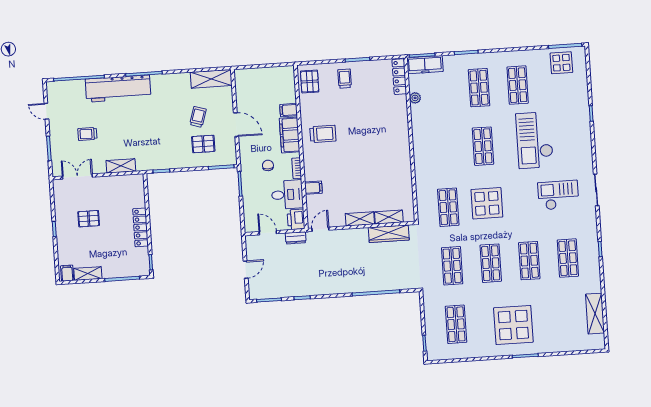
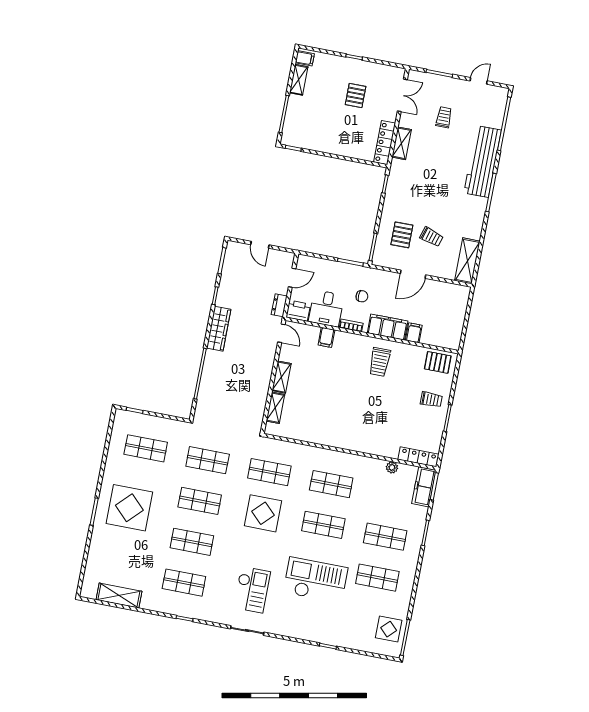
shop shelf: (444, 149) -> (331, 484), added
locker: (141, 227) -> (384, 143), moved, turned -90
wardrobe: (389, 234) -> (219, 329), moved, turned 180

